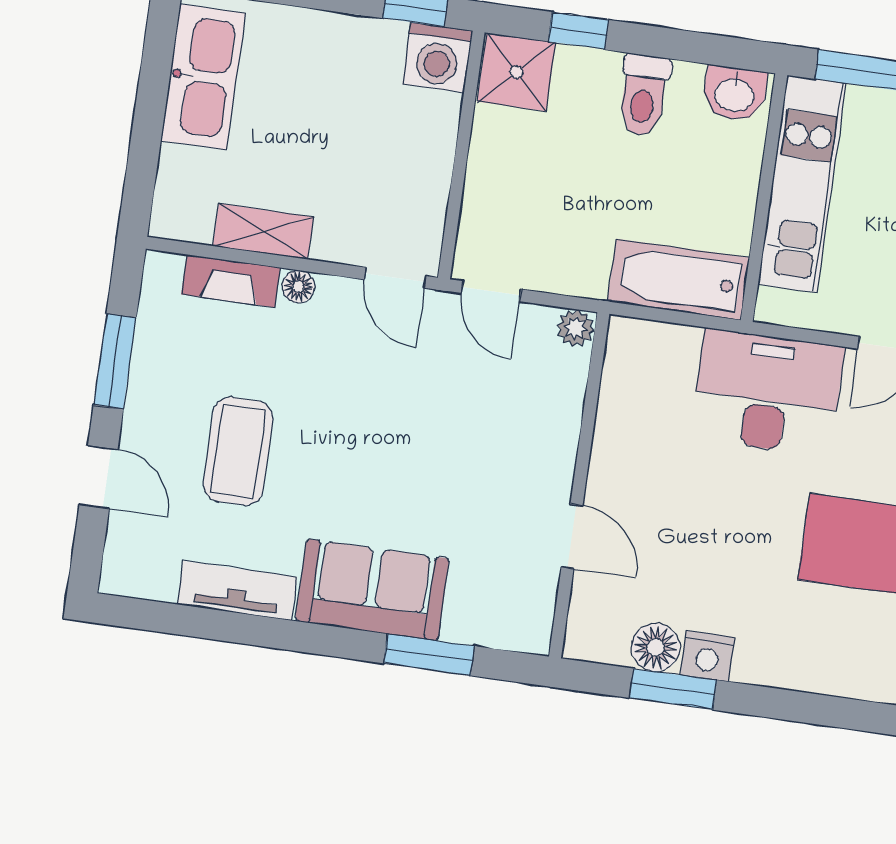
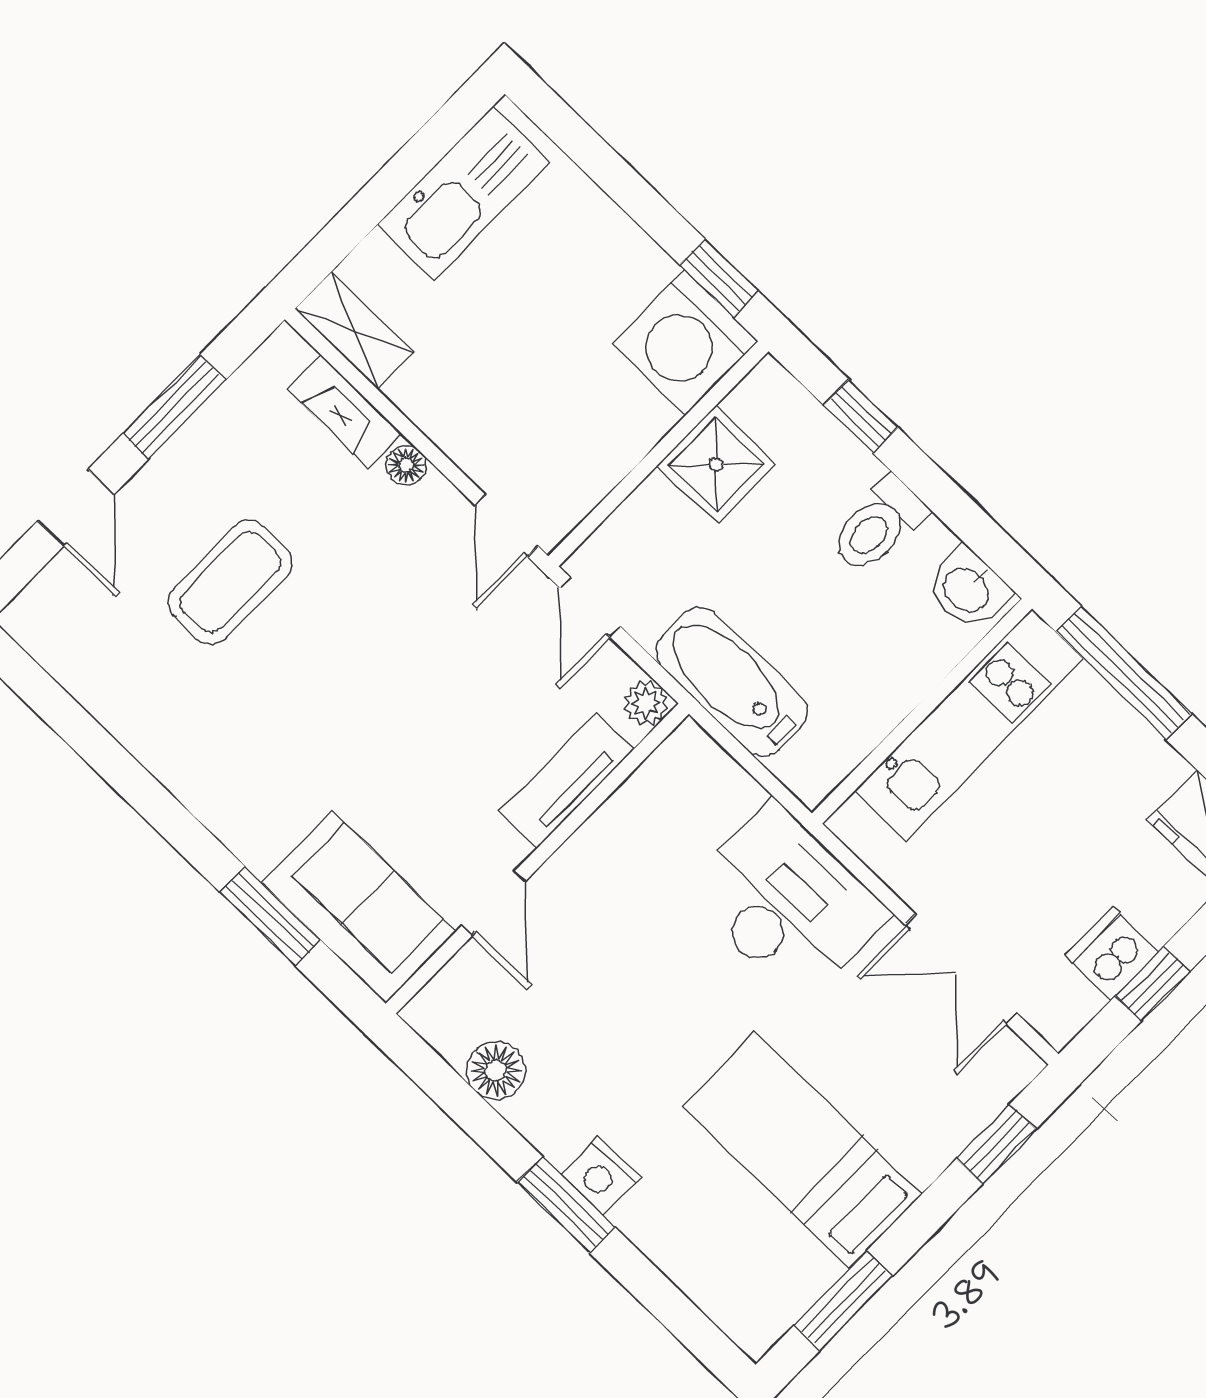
washing machine: (437, 57) -> (685, 342), width x1.37, depth x1.37
shower: (516, 72) -> (716, 465), moved
shelving: (263, 231) -> (354, 331), moved
bathtub: (678, 279) -> (732, 682), moved
sofa: (372, 590) -> (359, 907), moved
tv unit: (237, 591) -> (567, 780), moved, turned -90
nightstand: (707, 656) -> (601, 1176), moved
window: (673, 689) -> (566, 1205), moved

